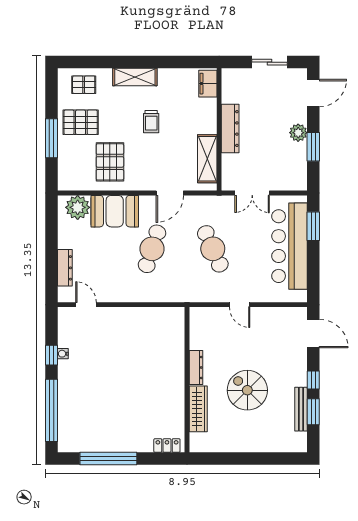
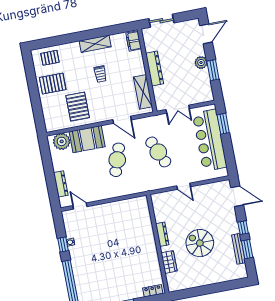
sliding door: (269, 62) -> (161, 21), moved
shelving: (135, 77) -> (95, 44), moved
window: (52, 138) -> (35, 98), removed
door: (170, 193) -> (122, 120), hinge flipped
wardrobe: (198, 409) -> (169, 262), width x0.67

